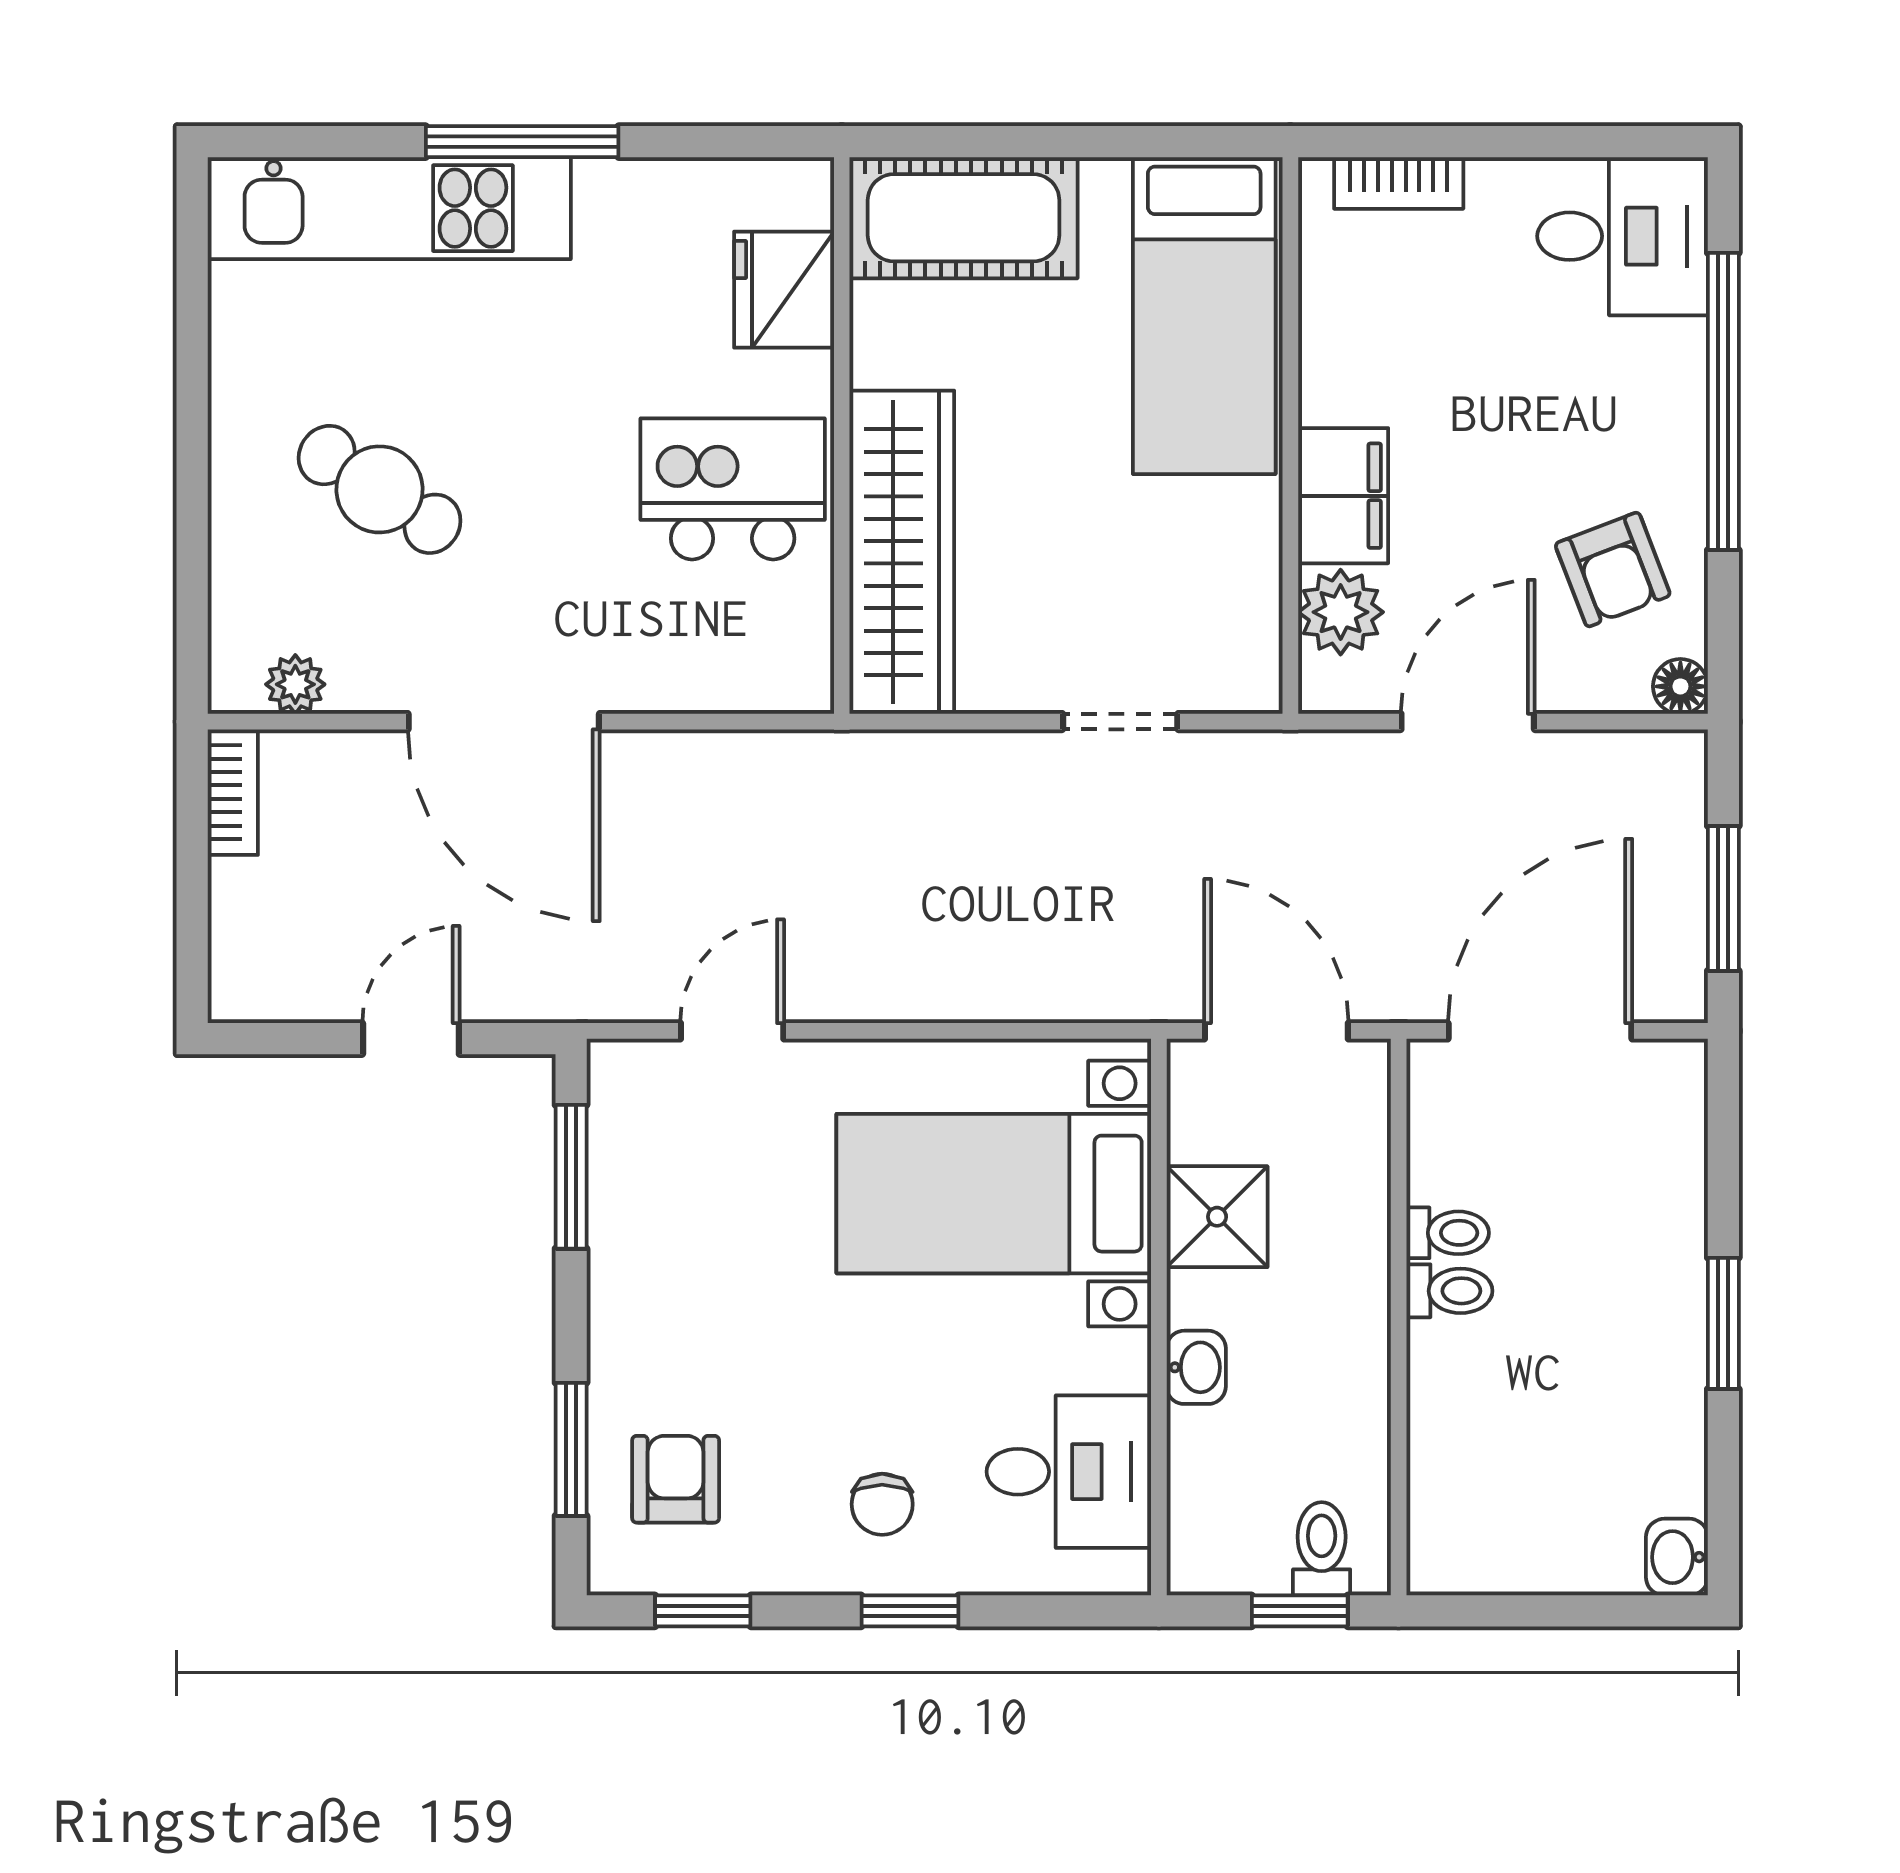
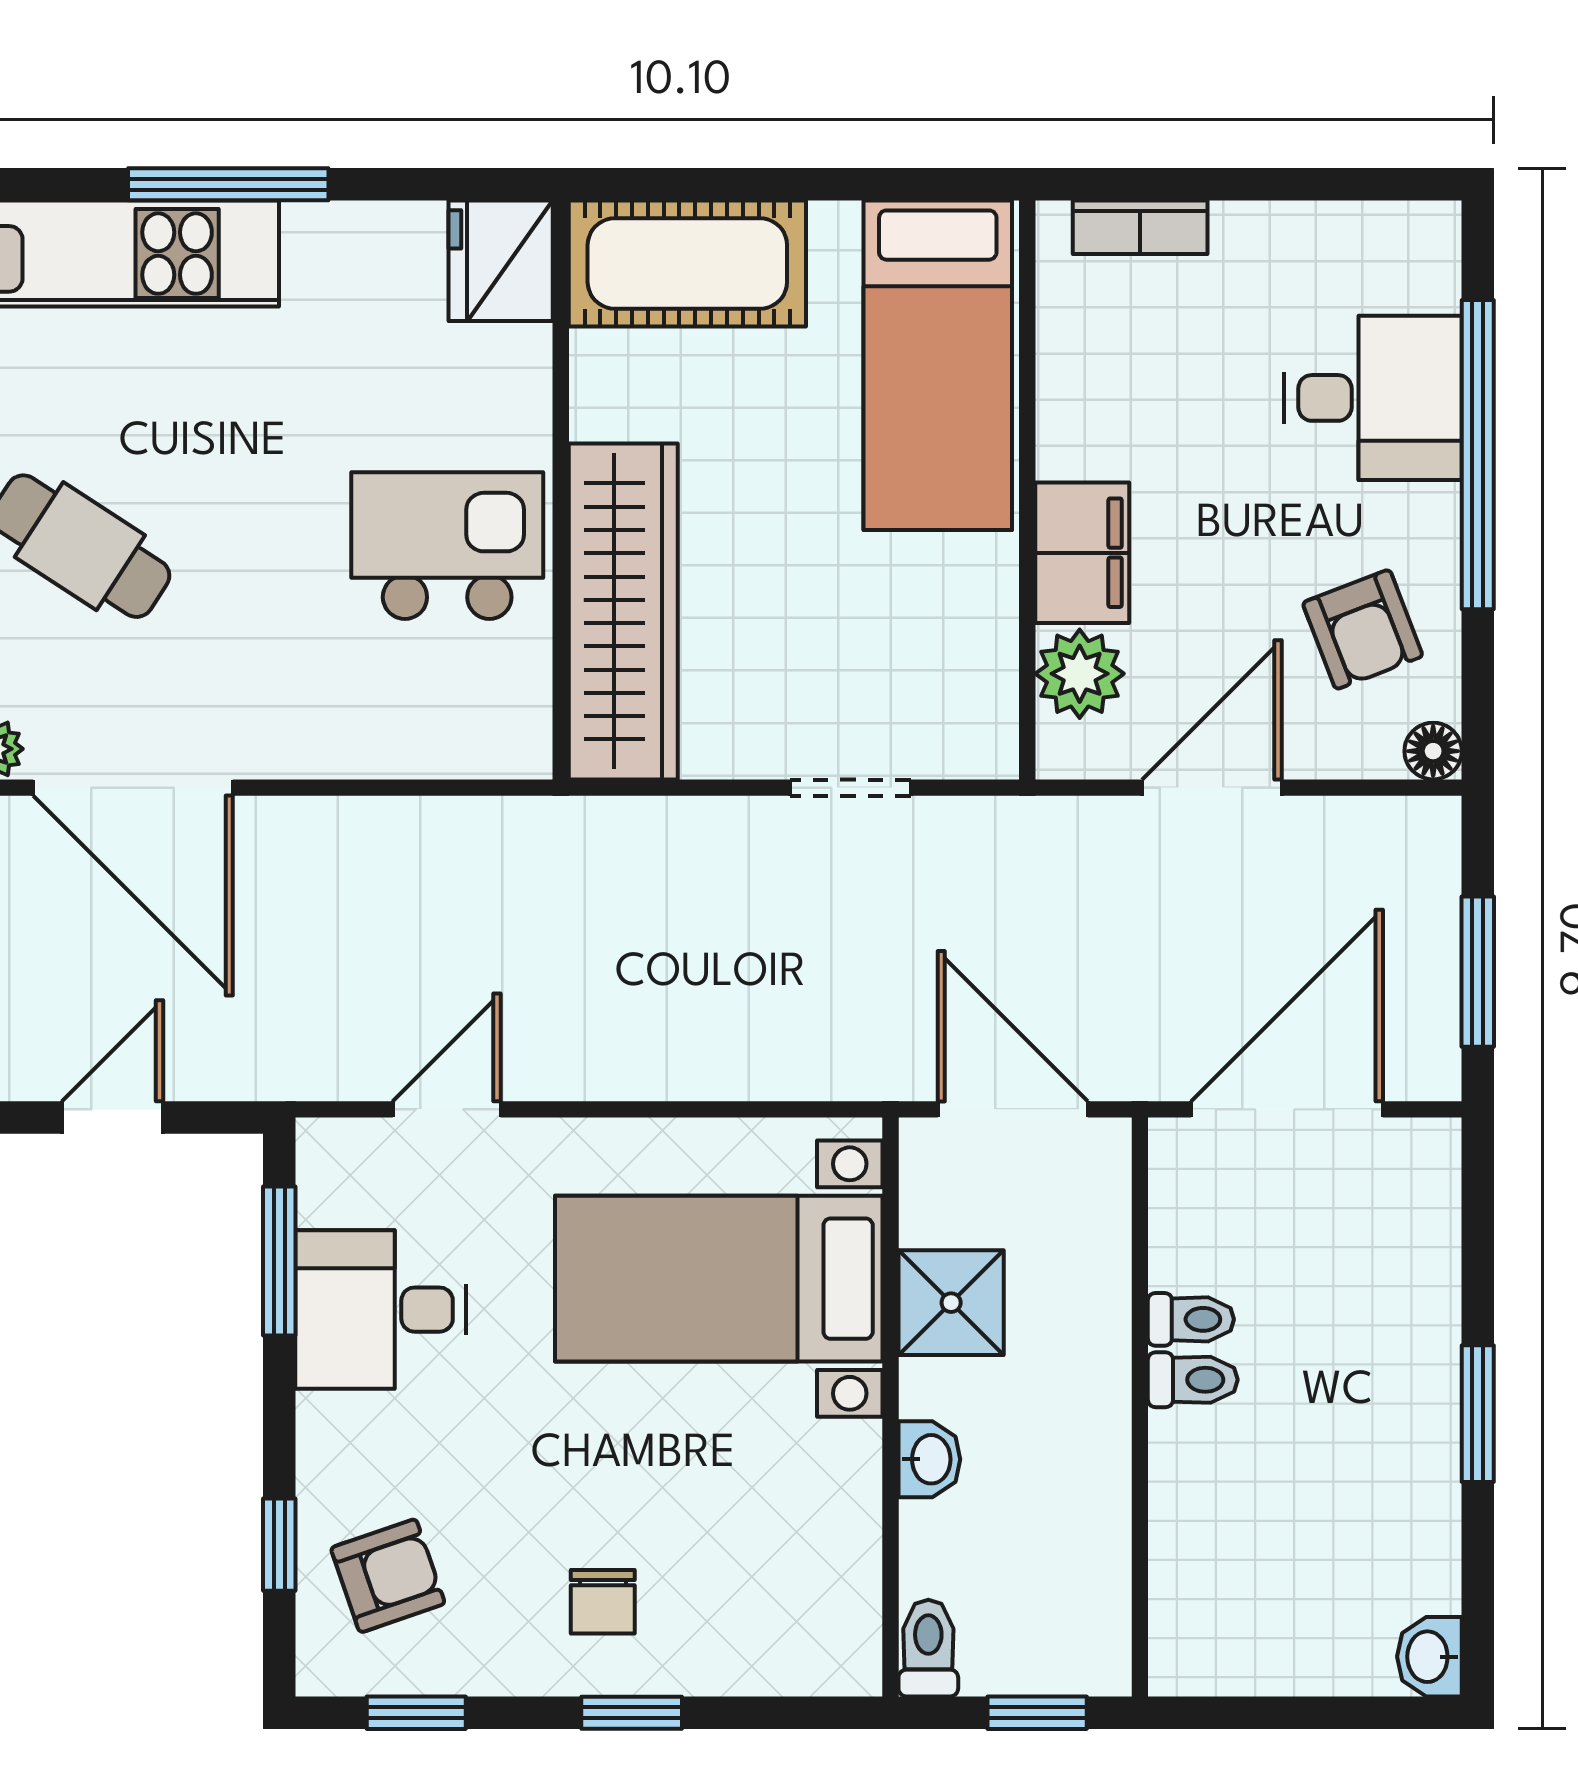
desk: (1623, 236) -> (1373, 398), moved
fridge: (784, 290) -> (501, 261), moved
door: (504, 722) -> (133, 788), moved
window: (571, 1449) -> (279, 1545), width x0.67
desk: (1069, 1472) -> (381, 1310), moved, turned 180
armchair: (676, 1479) -> (388, 1576), turned 71
toilet: (1322, 1549) -> (928, 1648), moved

